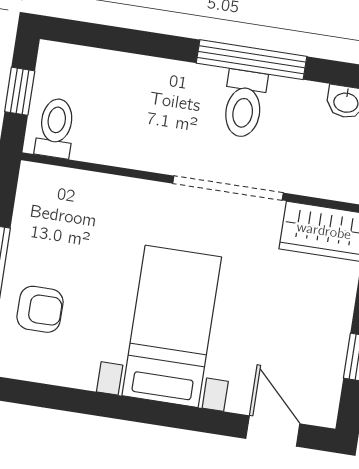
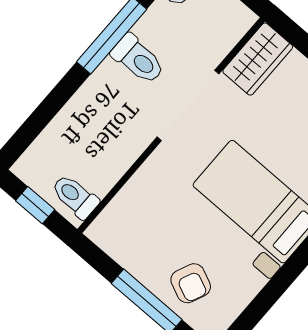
armchair: (40, 309) -> (191, 283), turned 114

